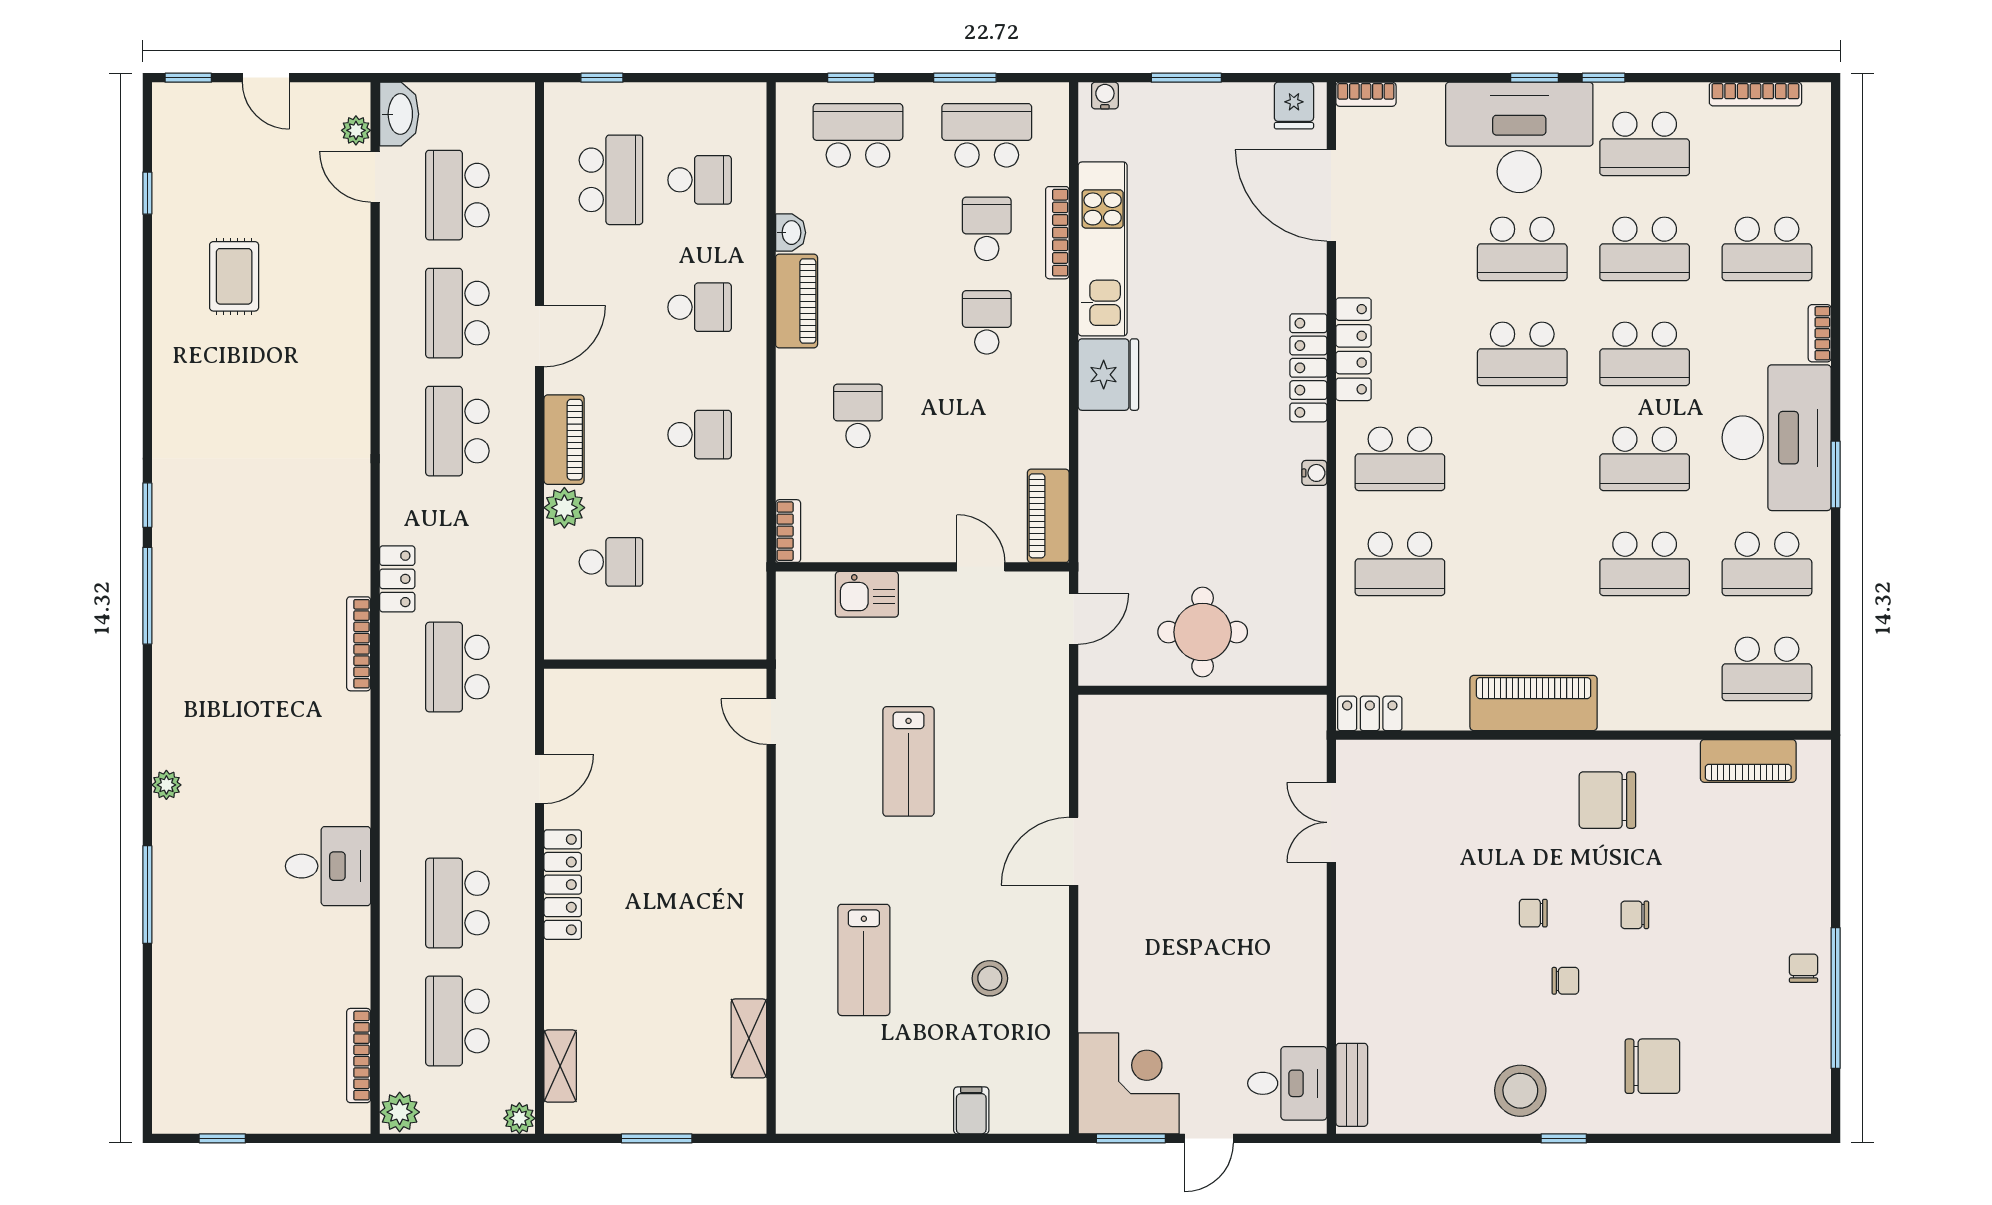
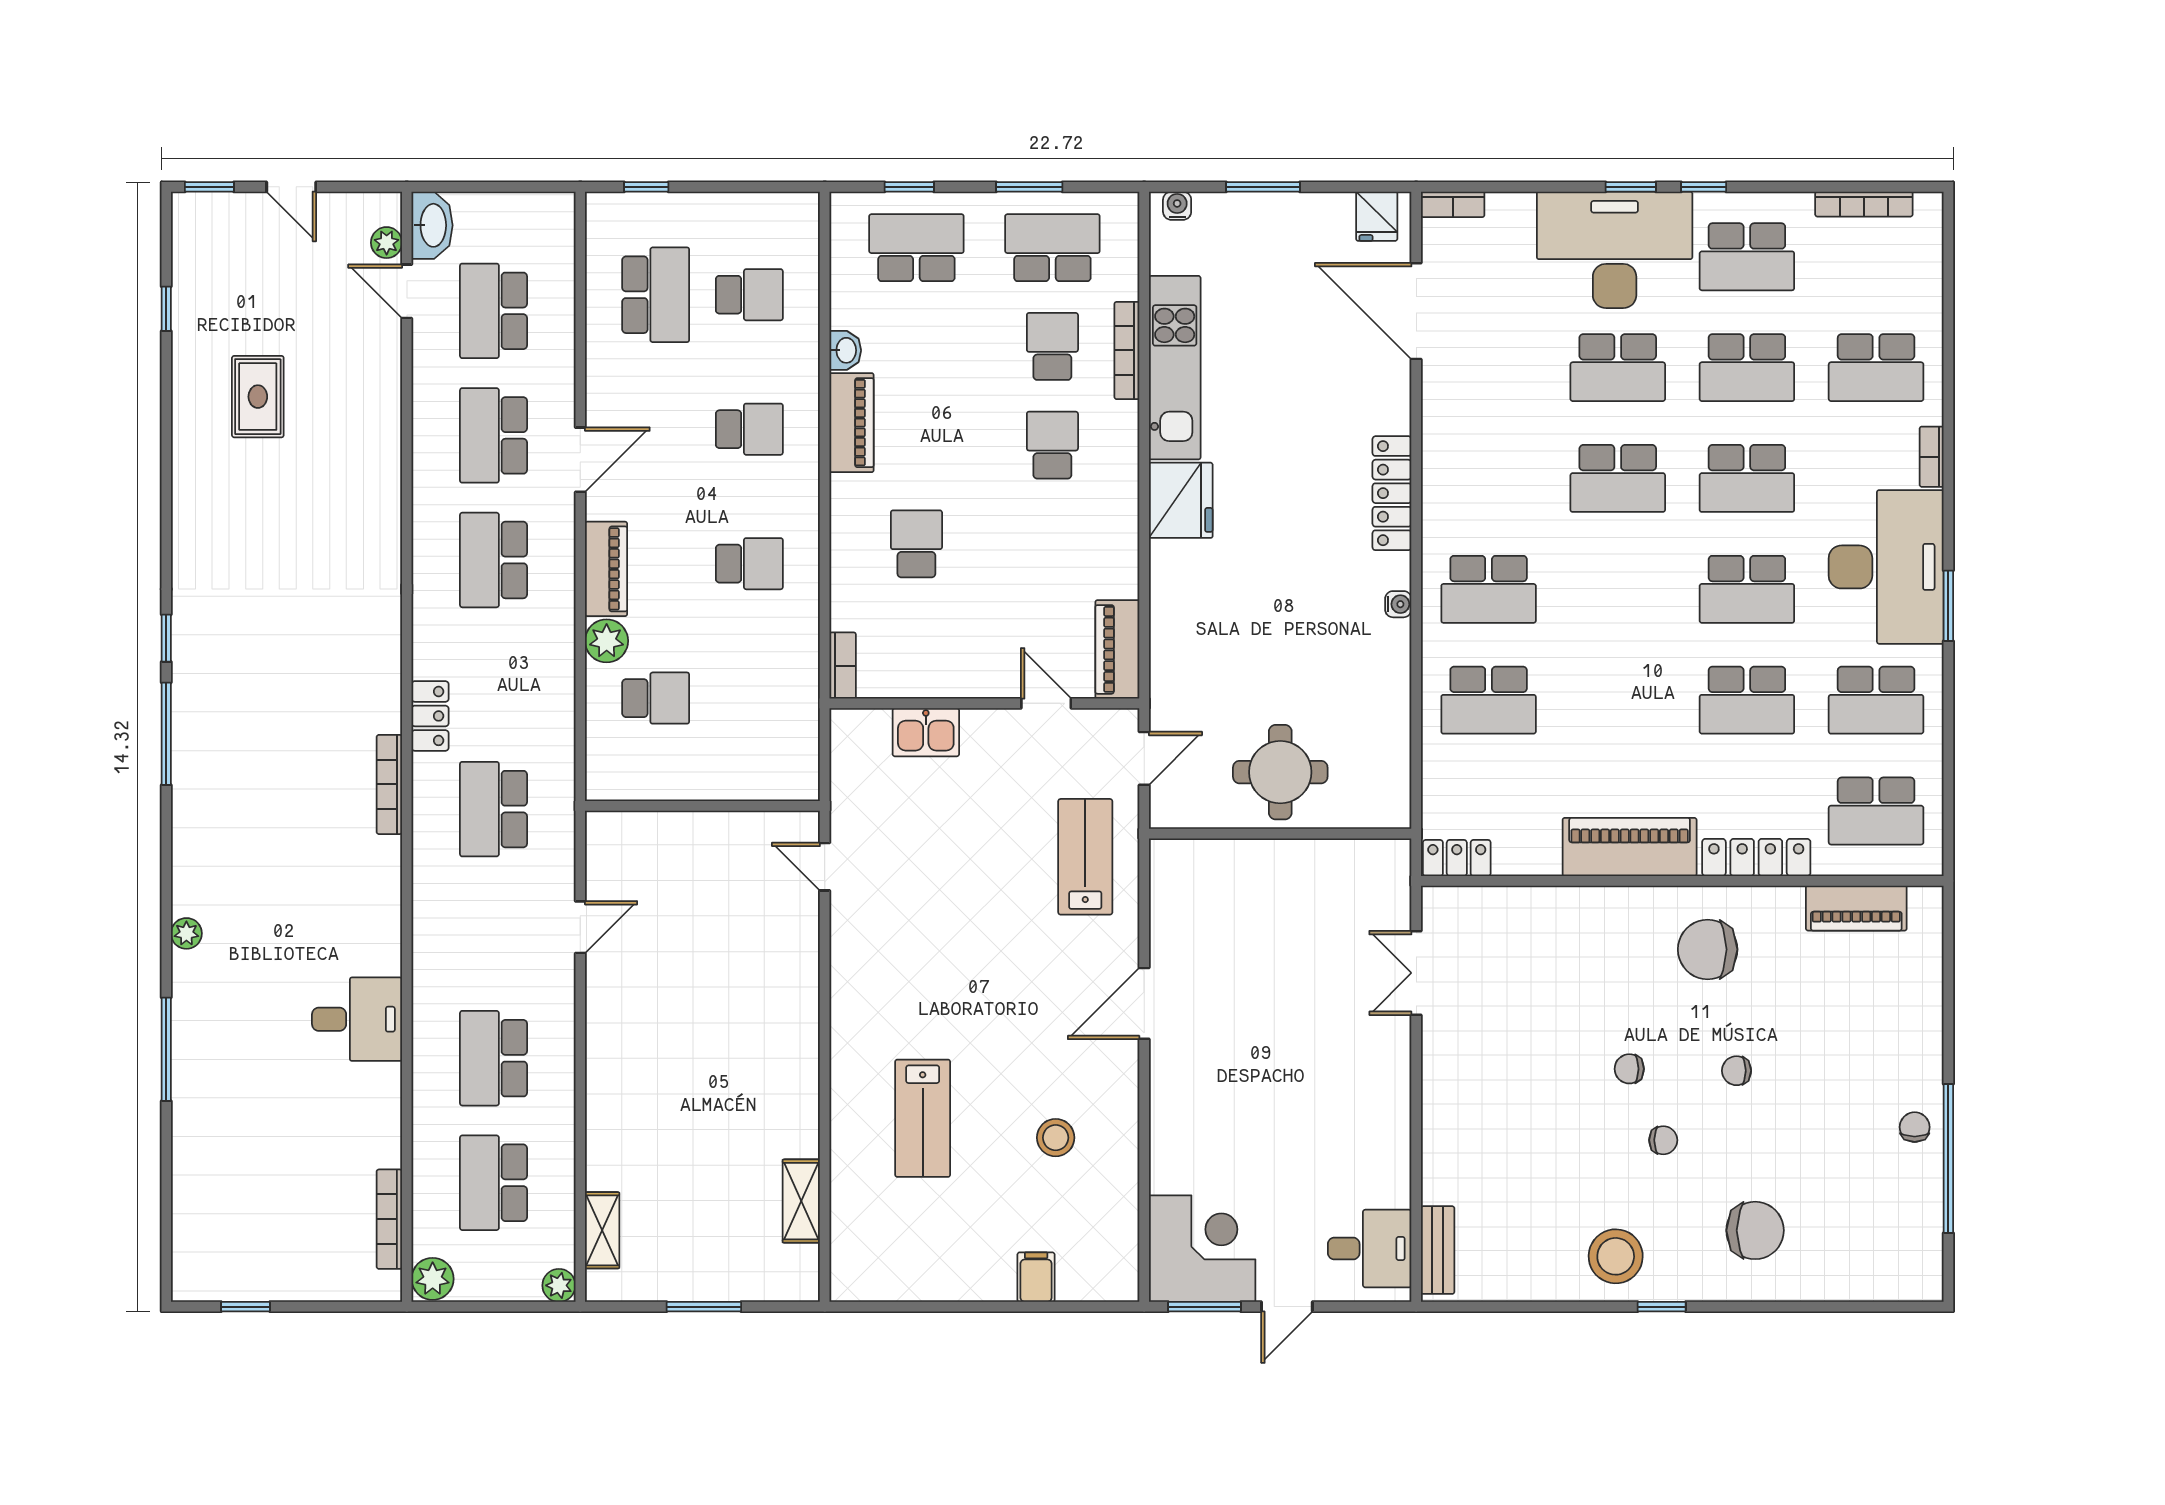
locker: (1354, 349) -> (1756, 857), moved, turned -90
lab bench: (908, 761) -> (1085, 857), moved, turned 180
locker: (563, 885) -> (605, 1039), removed

